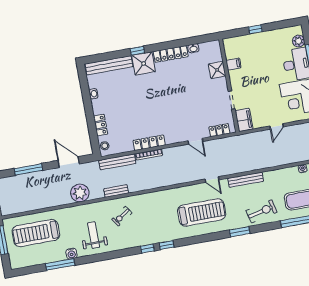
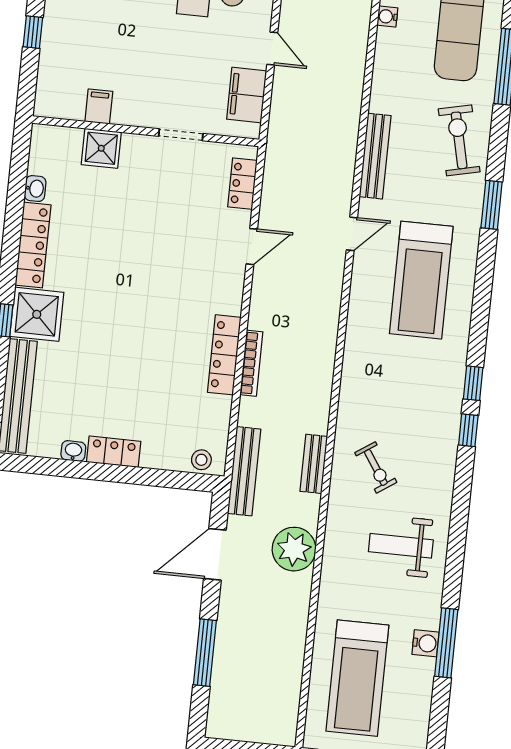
filing cabinet: (244, 120) -> (247, 95), moved, turned -90
locker: (101, 125) -> (114, 452), moved
bench: (117, 162) -> (244, 471), moved
treadmill: (202, 212) -> (421, 280), turned 180
water cooler: (71, 254) -> (426, 643), moved

